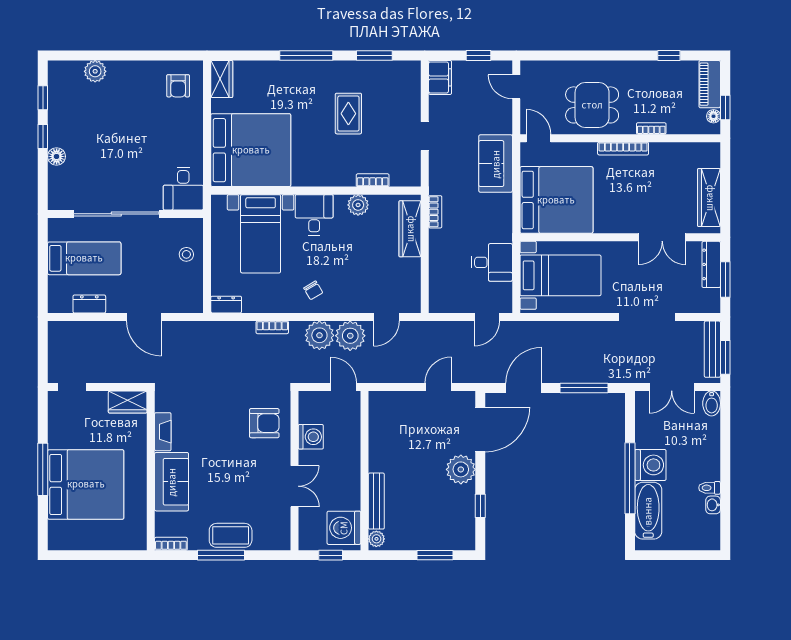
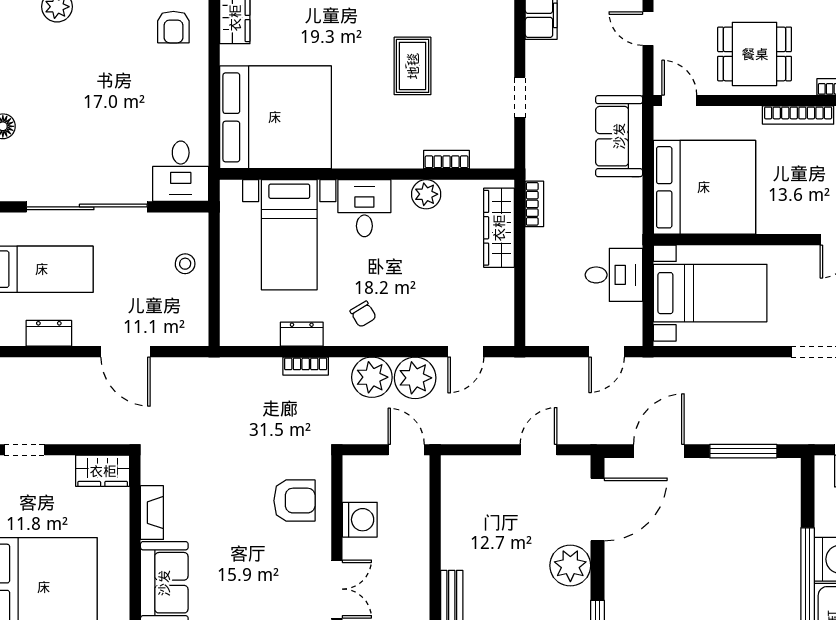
dresser: (226, 305) -> (302, 334), moved

